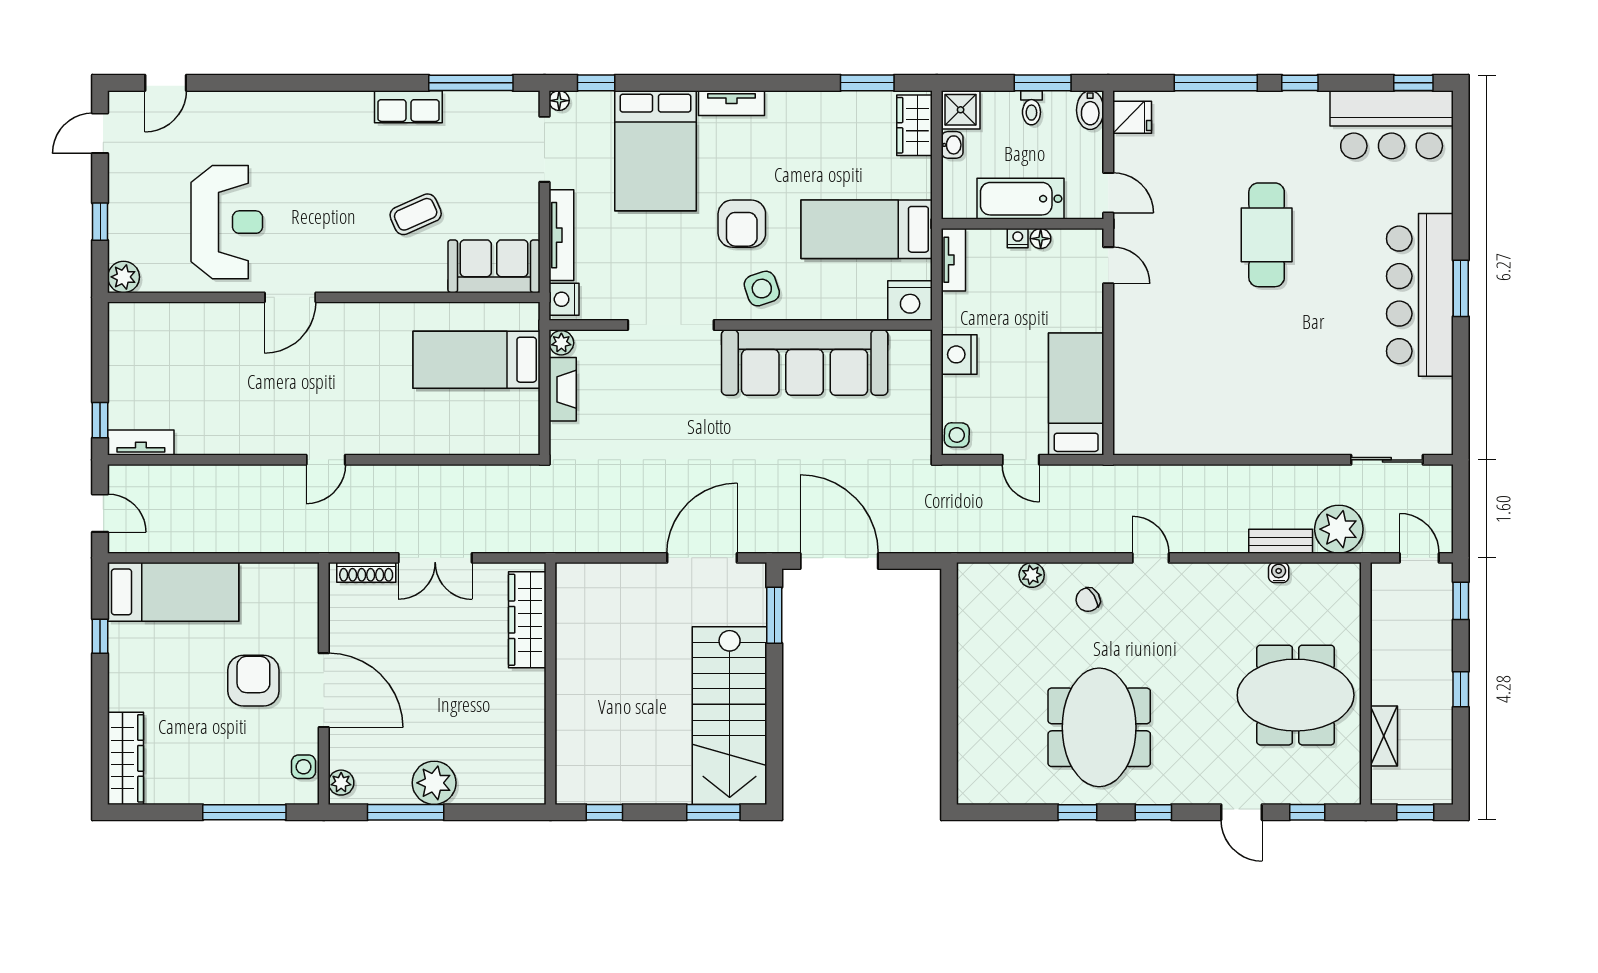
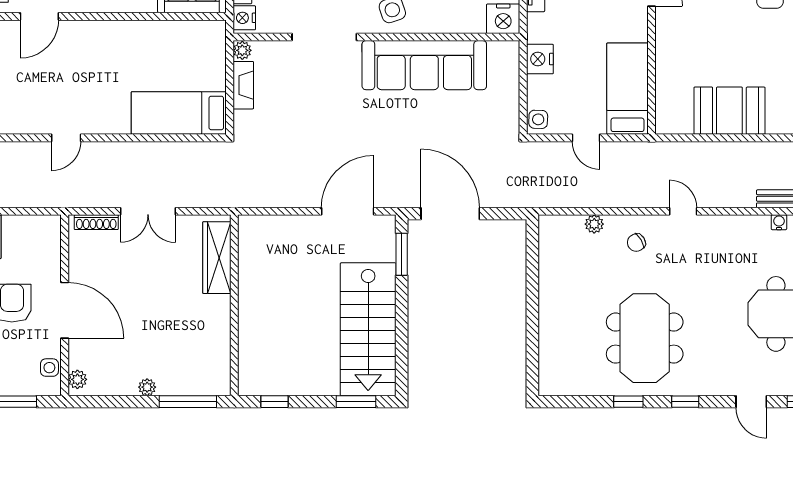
bed: (476, 360) -> (179, 113), moved
booth: (1212, 423) -> (729, 111), added
plant: (434, 783) -> (147, 387), width x0.53, depth x0.53
window: (406, 812) -> (188, 402), moved

